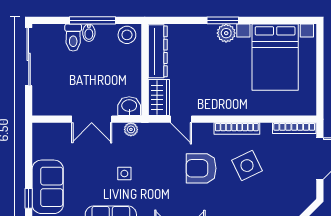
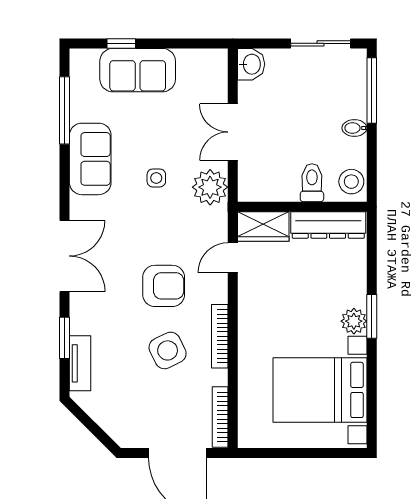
window: (93, 20) -> (372, 90), moved
toilet: (73, 37) -> (312, 183), moved, turned 90
sliding door: (29, 57) -> (321, 43), width x0.73
washbasin: (129, 106) -> (251, 64), moved
plant: (131, 129) -> (210, 187), width x1.88, depth x1.88
armchair: (201, 168) -> (164, 286), turned 90

